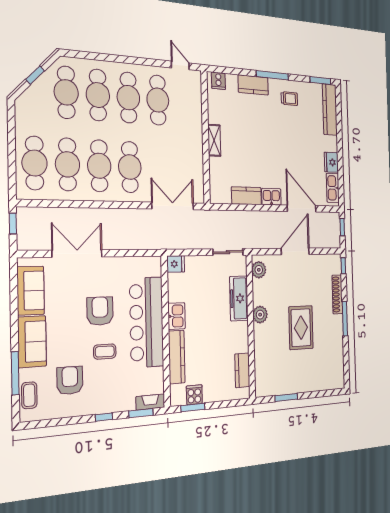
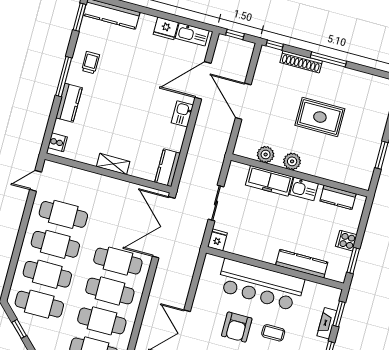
kitchen counter: (246, 196) -> (168, 168), moved
double door: (173, 206) -> (164, 227), width x1.36
sliding door: (228, 252) -> (216, 203), moved
plant: (259, 270) -> (266, 154), moved
armchair: (100, 311) -> (237, 327), turned -90
kitchen sink: (176, 316) -> (304, 189), moved, turned 180
coffee table: (105, 352) -> (273, 333), turned 90
cooker: (194, 395) -> (346, 241), moved
fireplace: (150, 402) -> (327, 323), moved

